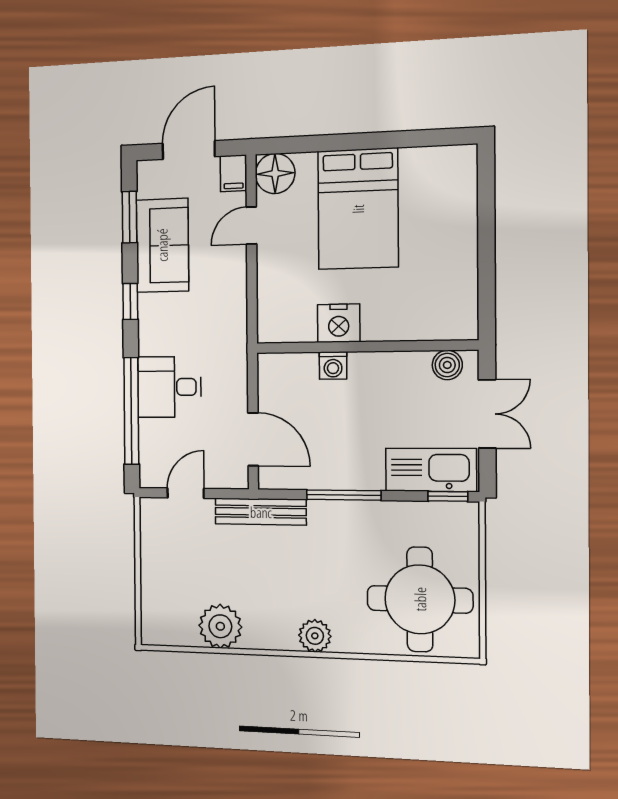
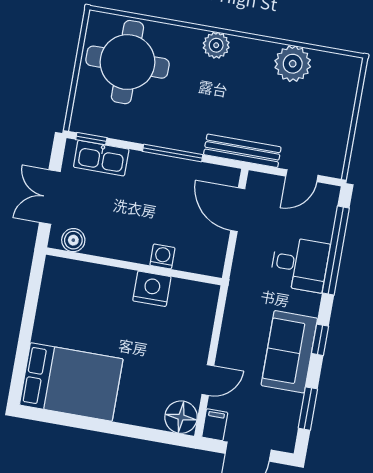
bed: (358, 209) -> (71, 382), moved, turned 90
sofa: (162, 245) -> (289, 352), moved
kitchen sink: (431, 470) -> (101, 158), width x0.73, depth x0.81

